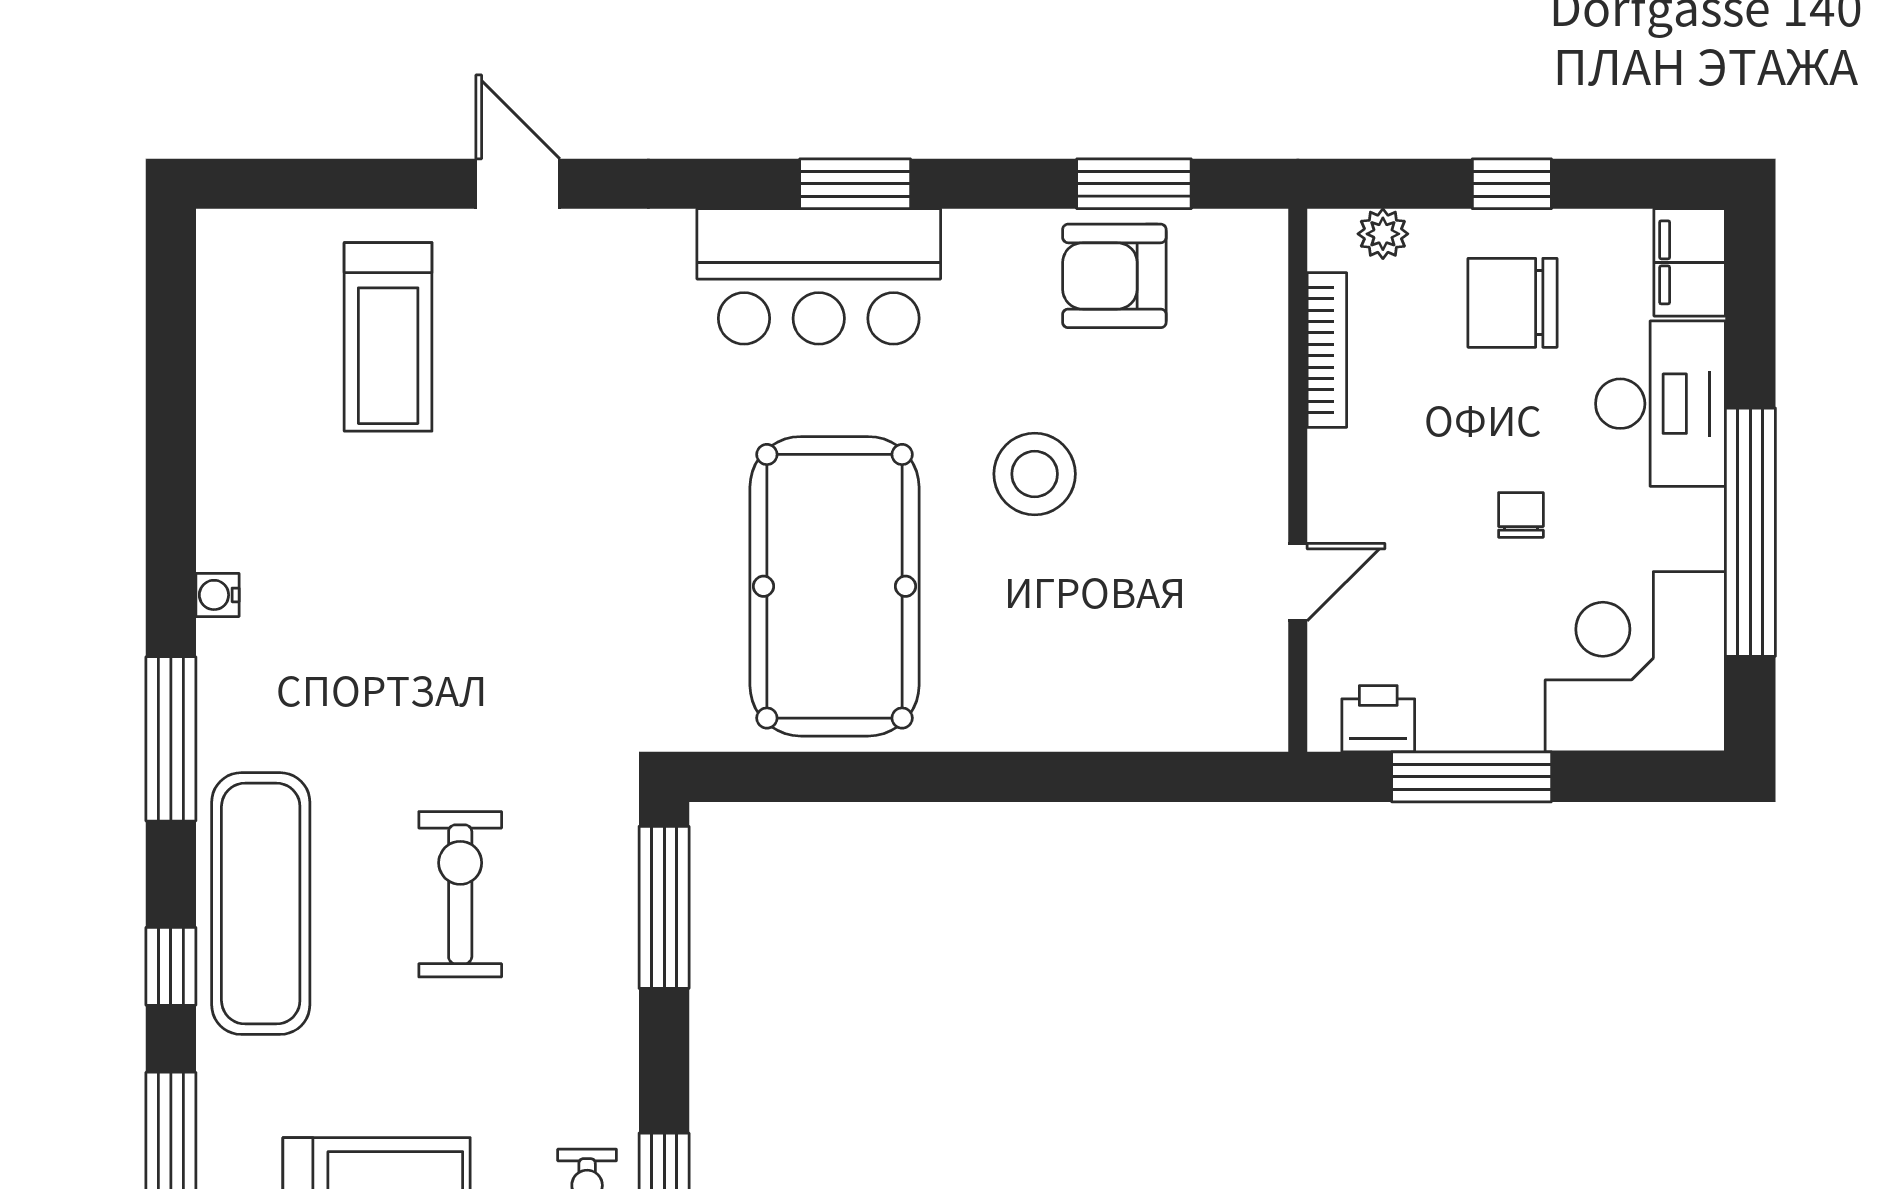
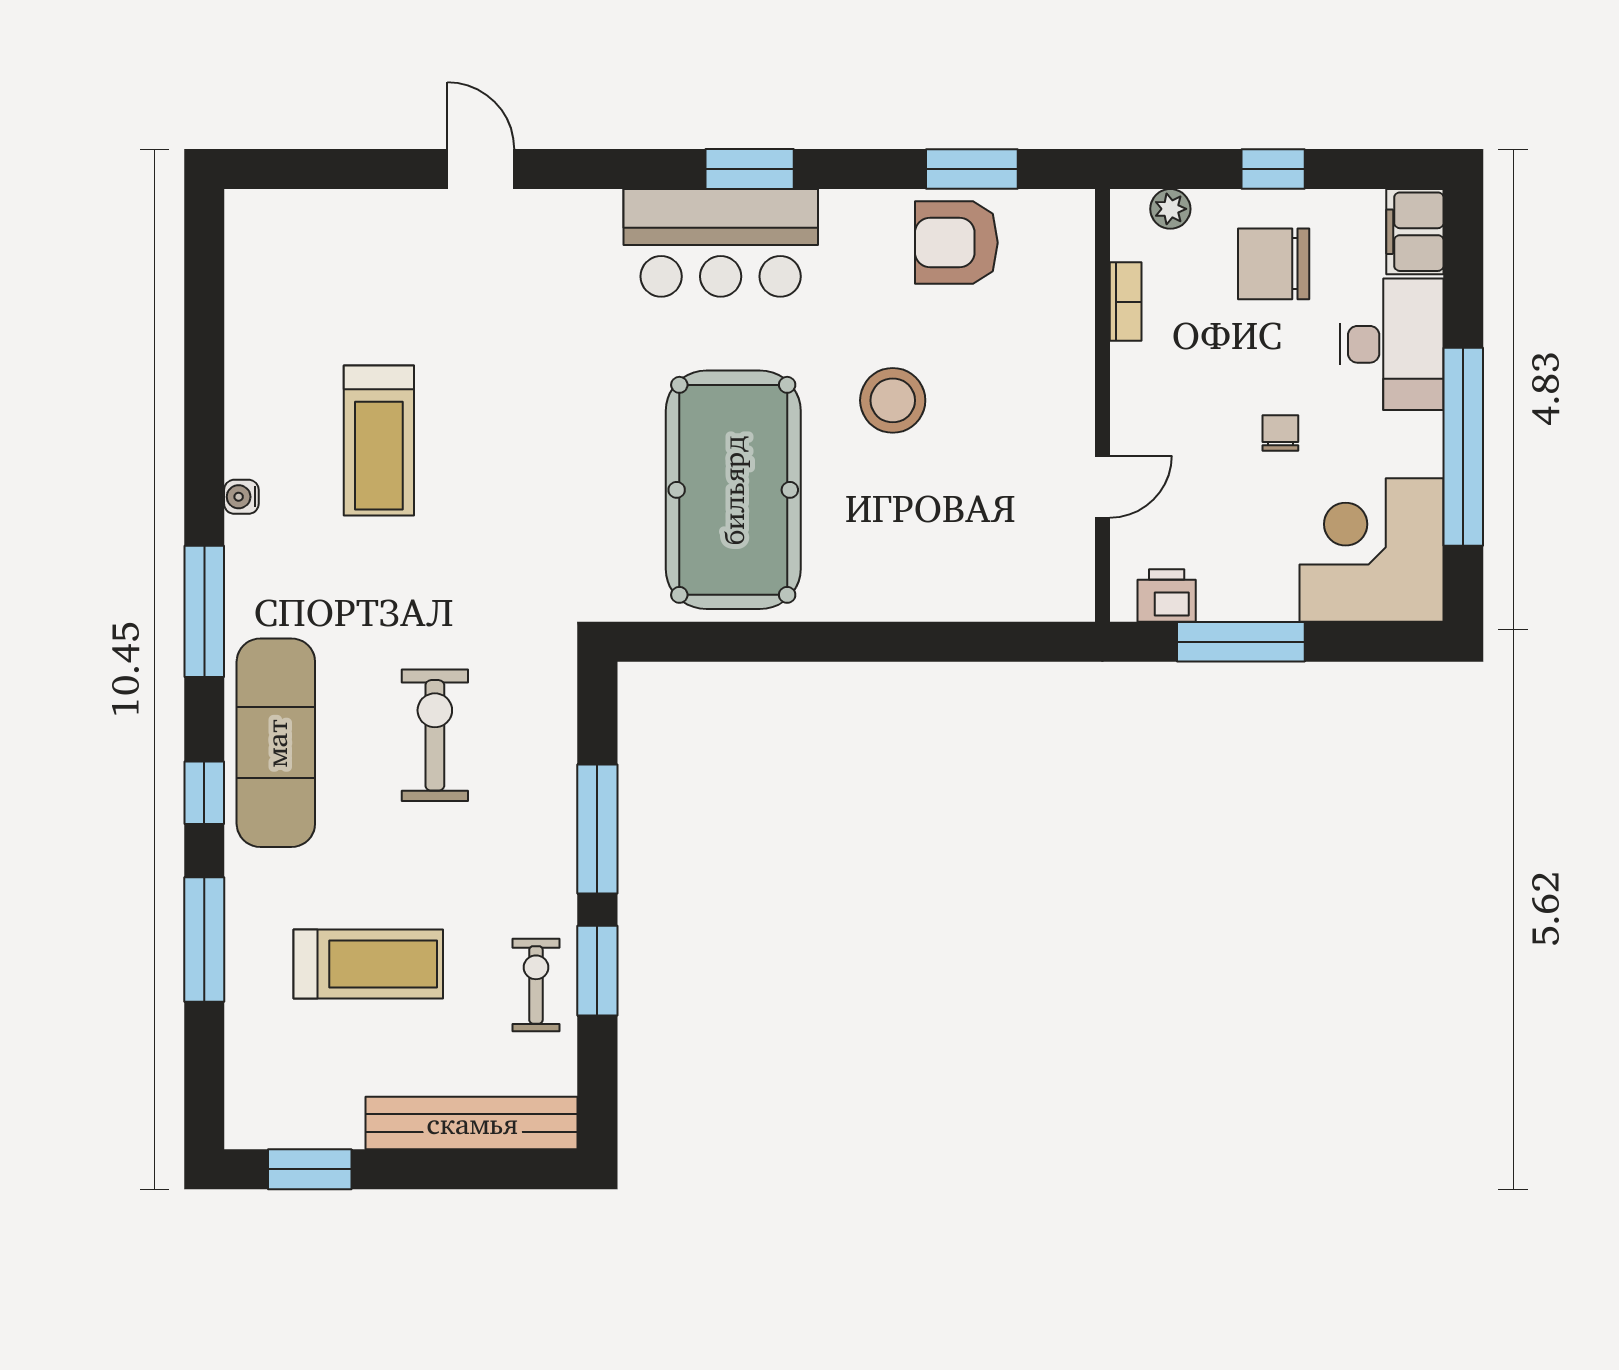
treadmill: (388, 337) -> (379, 441), moved
bookcase: (1327, 350) -> (1126, 302), width x0.64
window: (664, 907) -> (597, 829), moved

